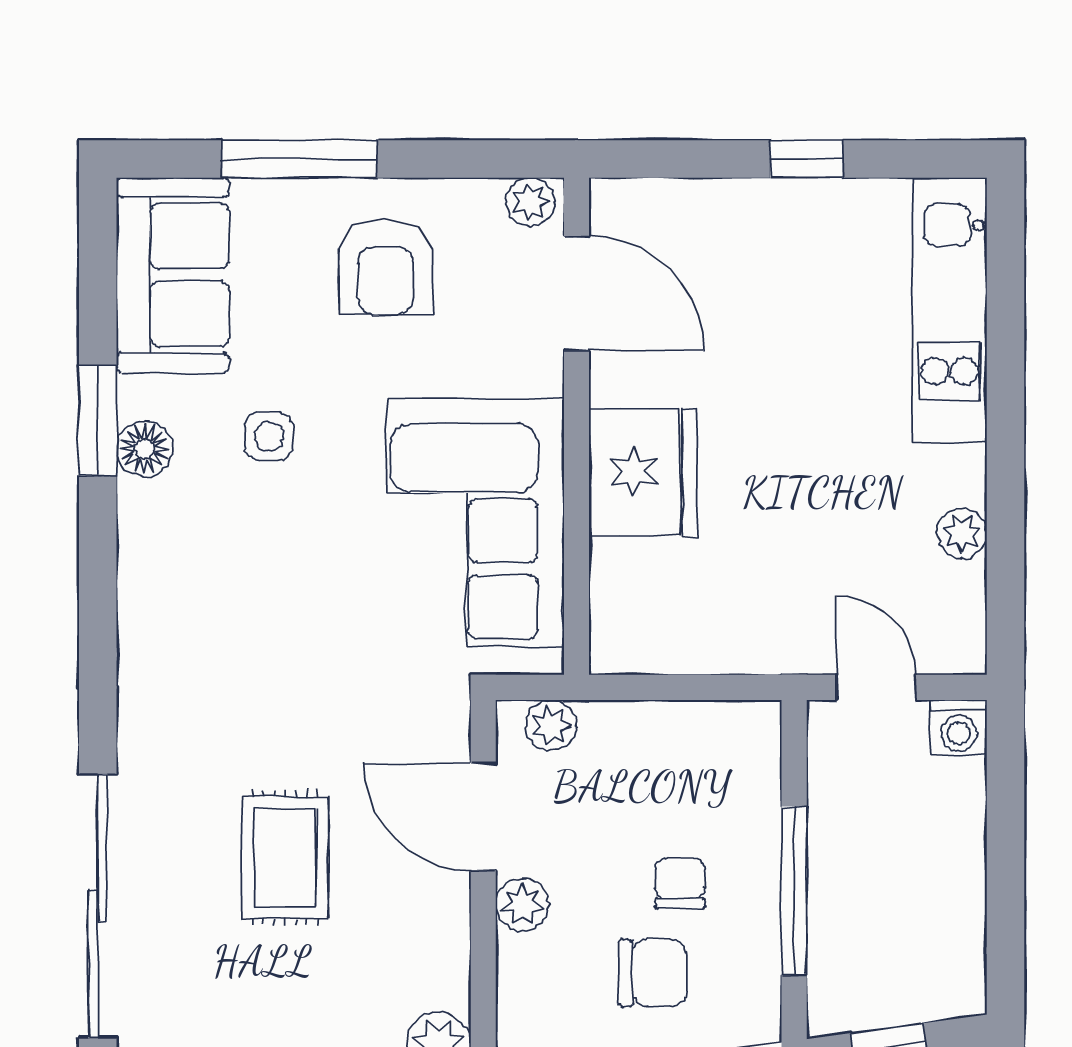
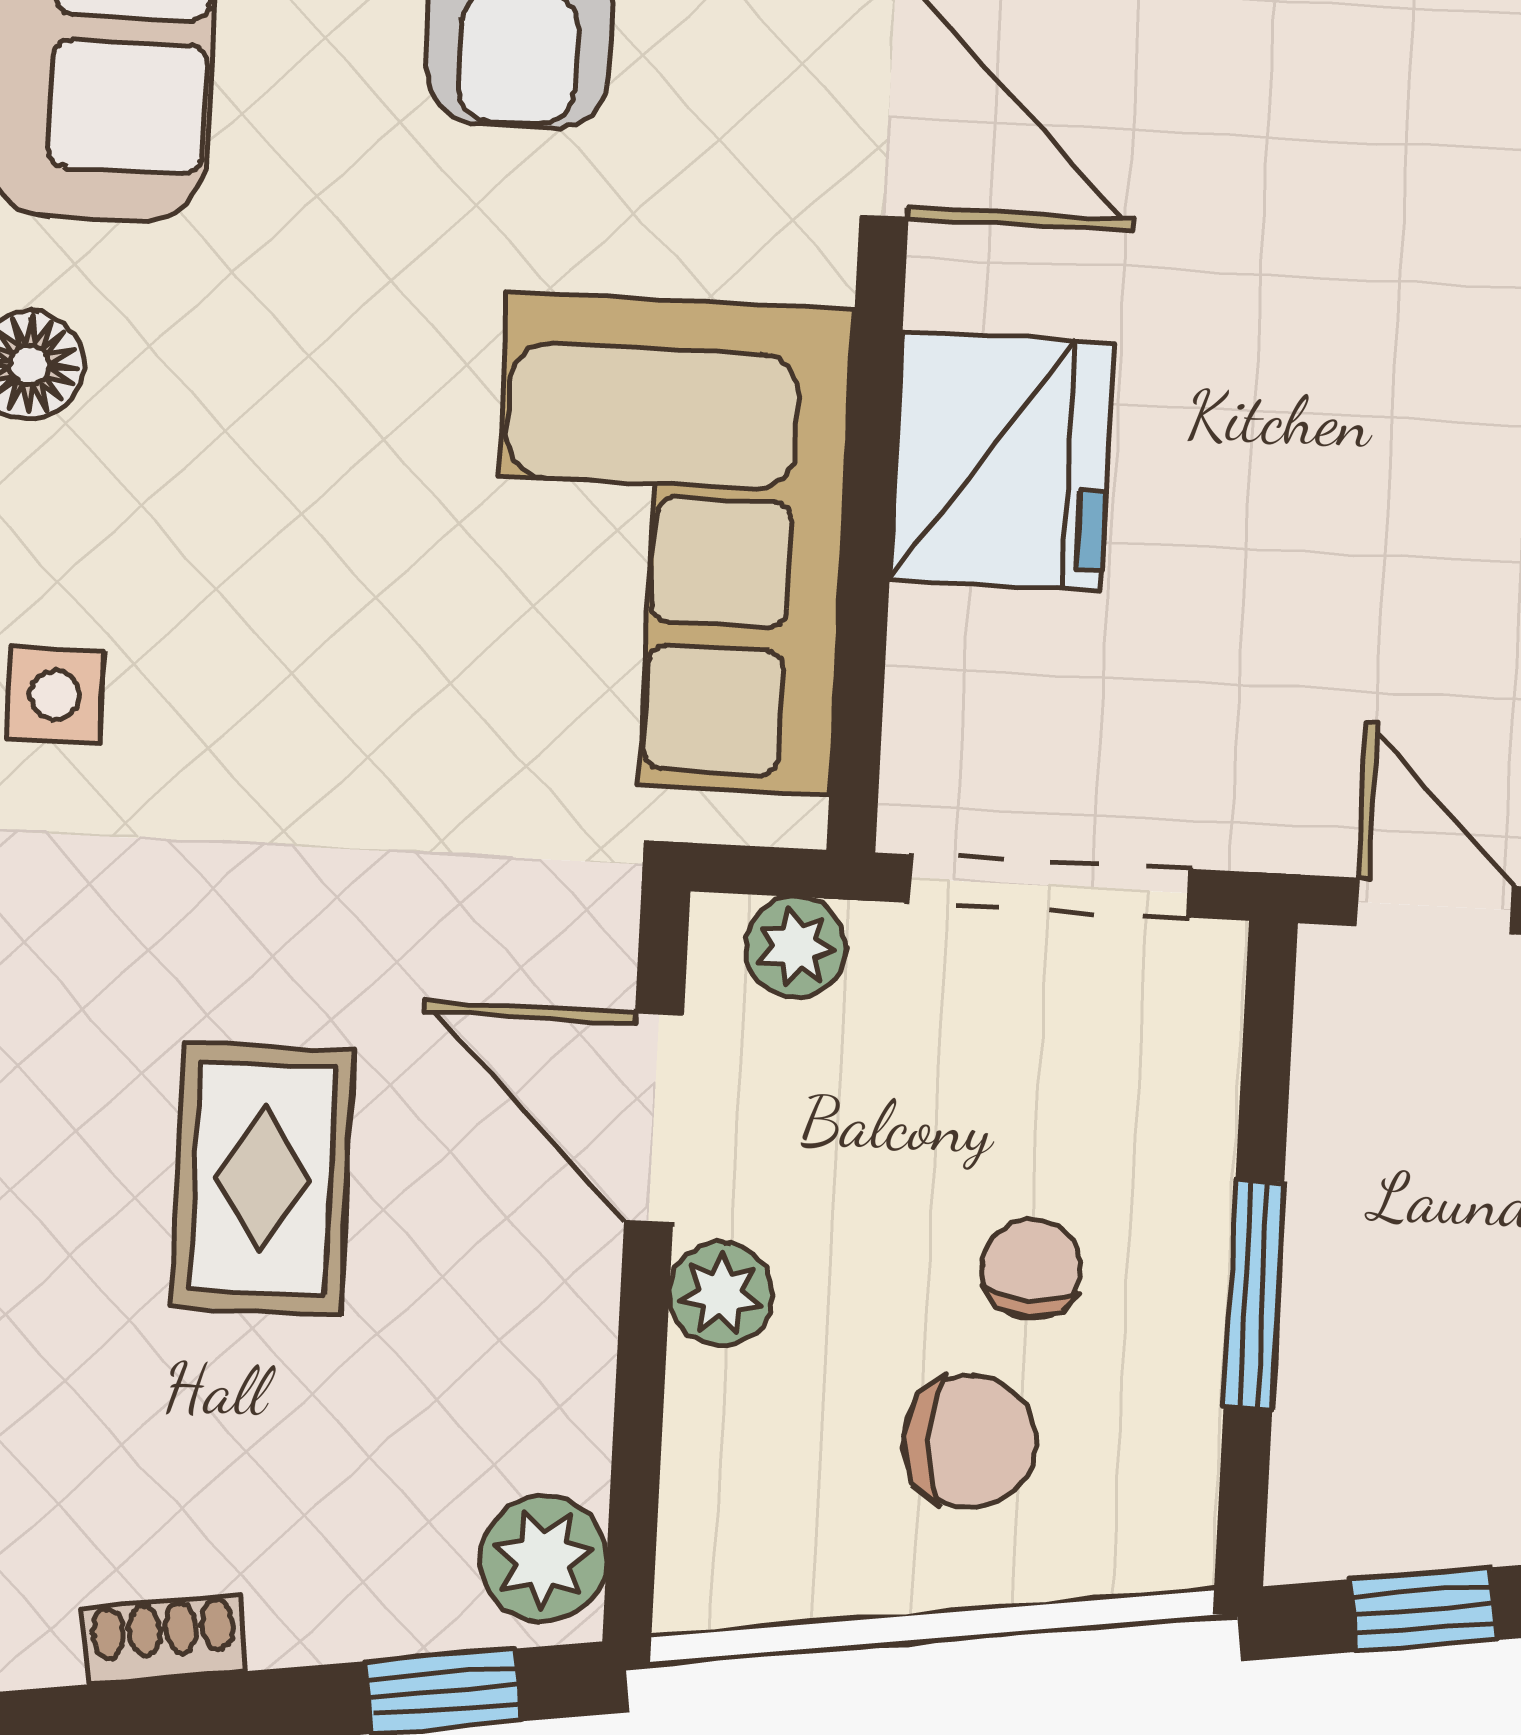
side table: (269, 436) -> (55, 695), moved
doorway: (679, 687) -> (1050, 886), added
window: (794, 891) -> (1254, 1295), width x0.69

